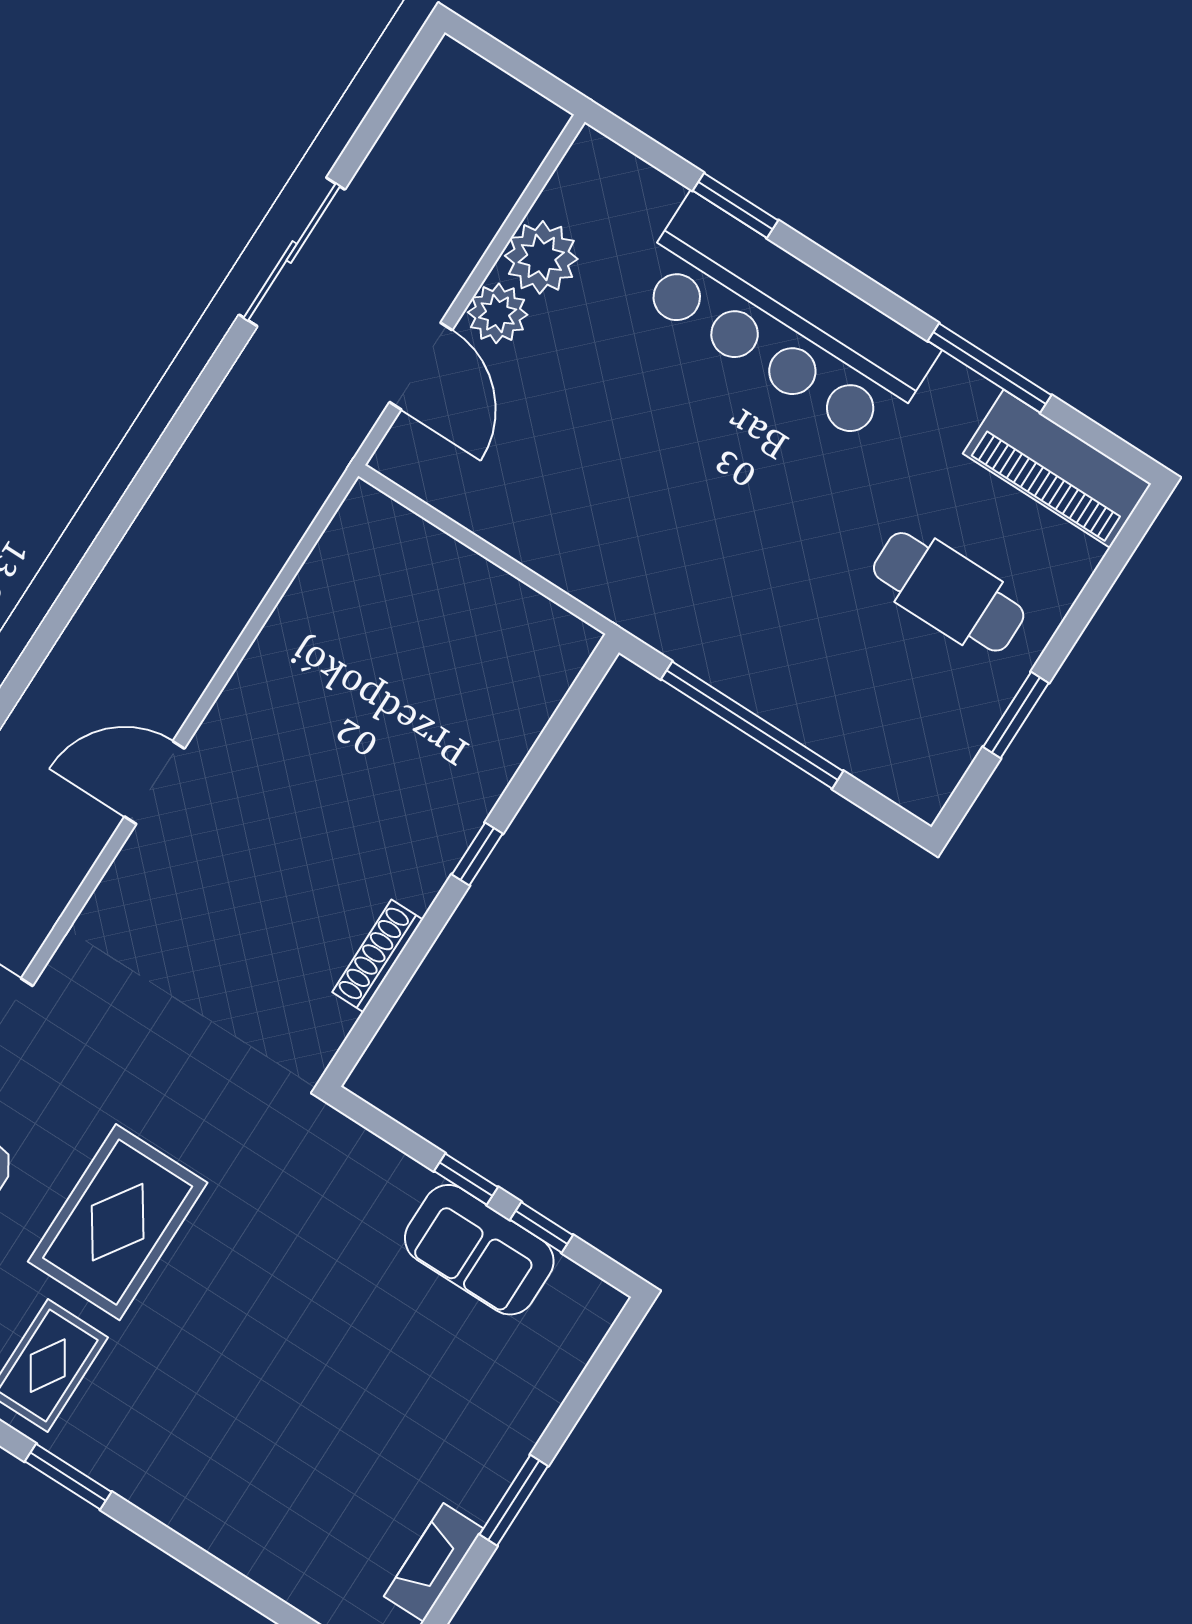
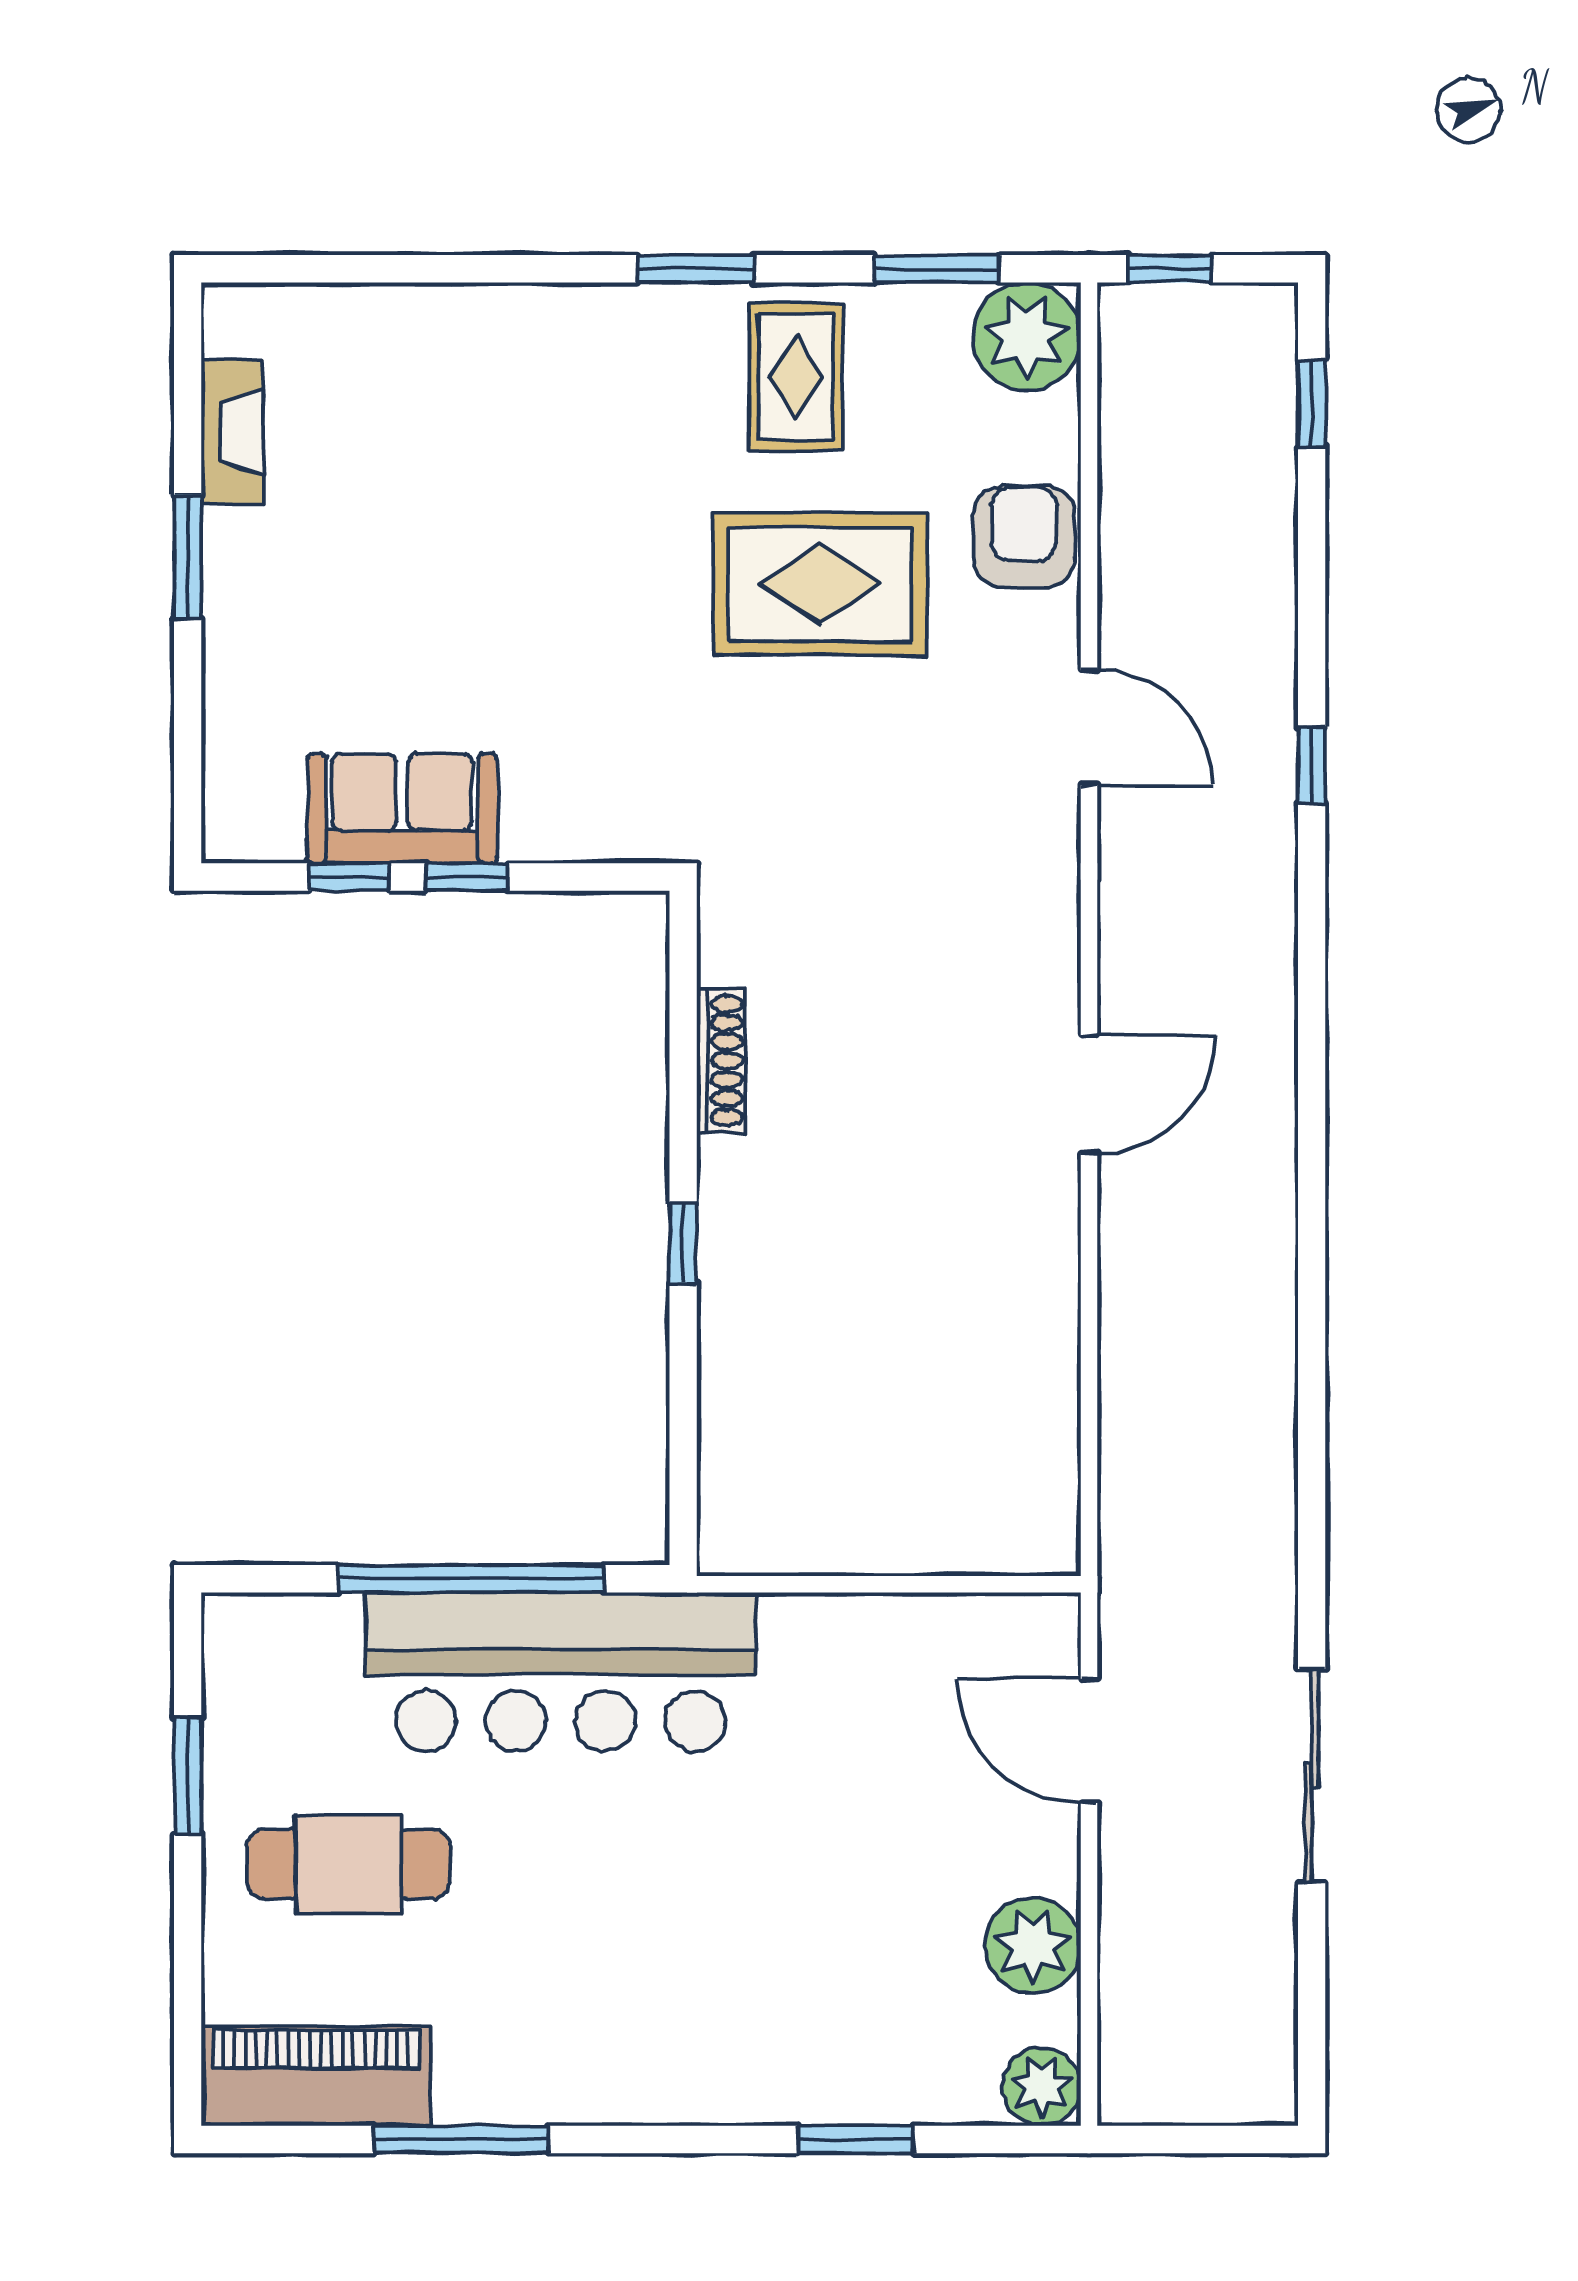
plant: (498, 313) -> (1042, 2087), moved
bar counter: (784, 321) -> (561, 1672), moved, turned 180
rug: (118, 1222) -> (820, 584), turned 90

